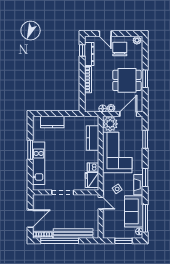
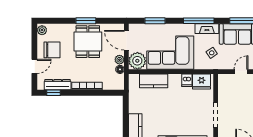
chair: (120, 49) -> (52, 50), turned 180
window: (145, 178) -> (199, 21), width x1.44
door: (101, 203) -> (241, 72), moved

